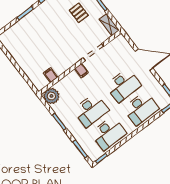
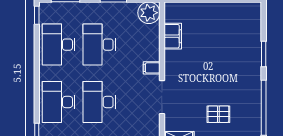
filing cabinet: (51, 75) -> (173, 36), width x2.00

